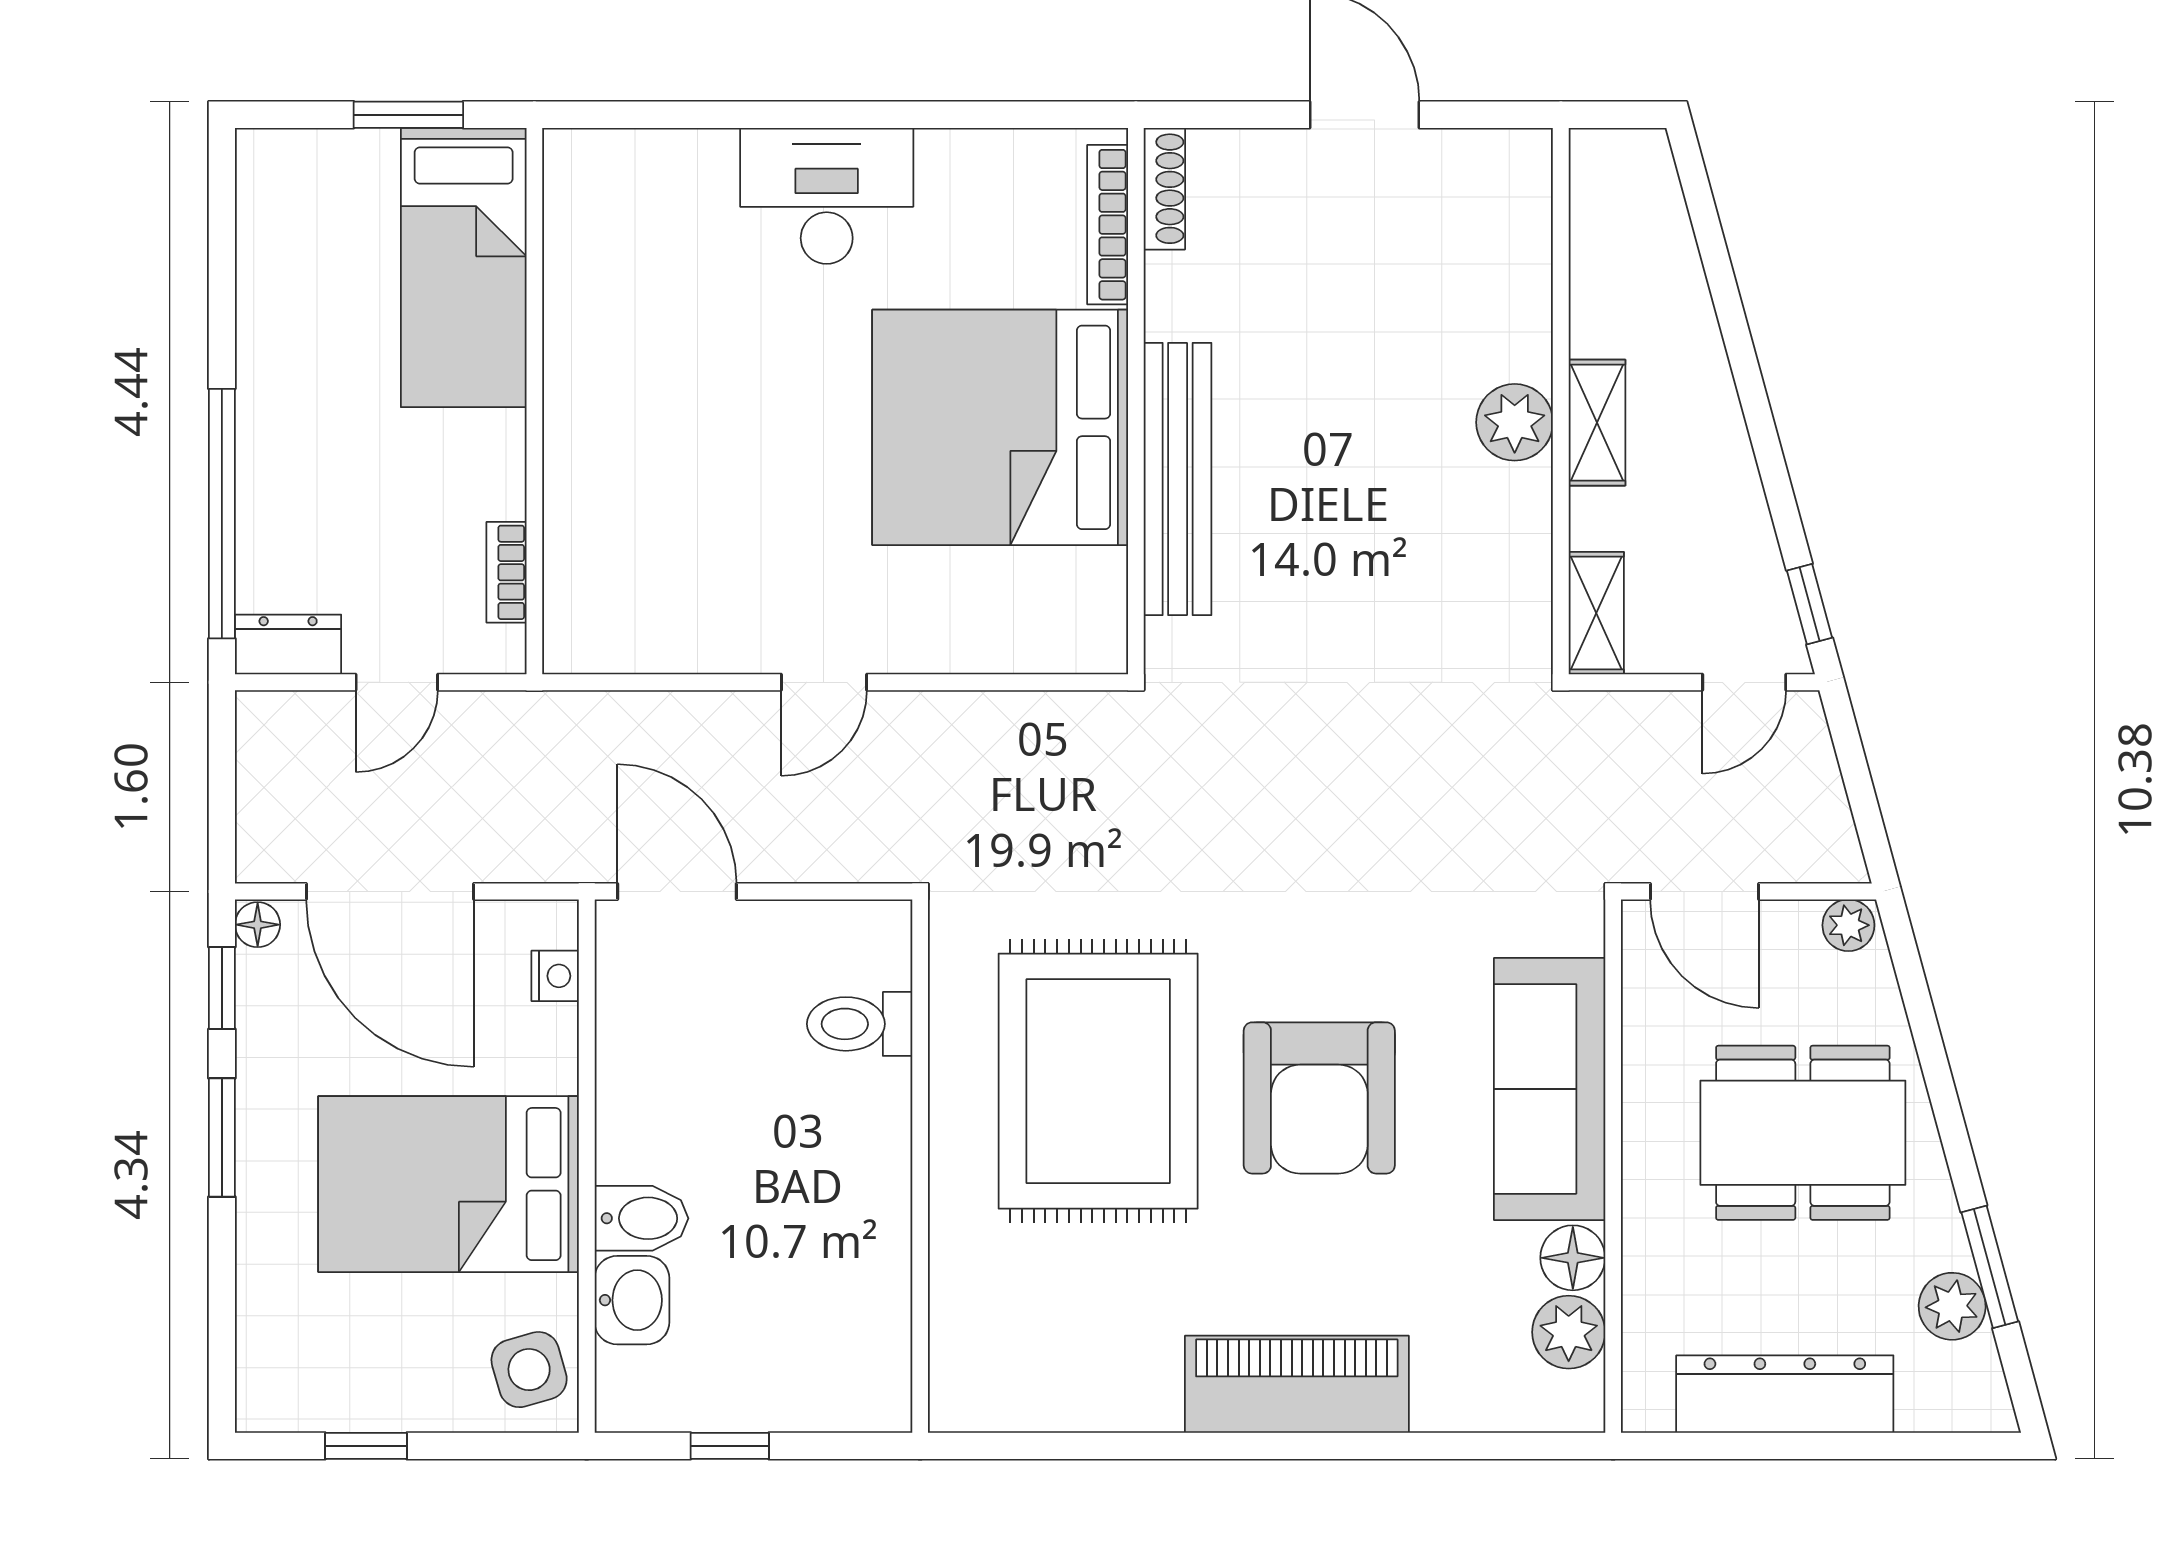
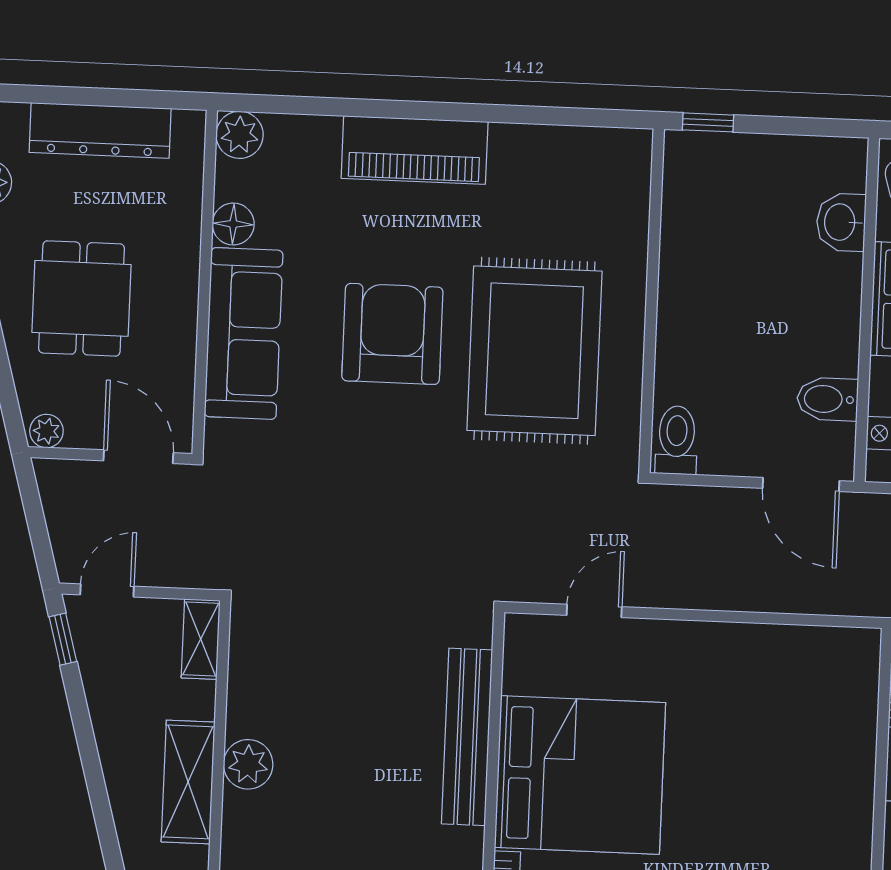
shelving: (1597, 423) -> (188, 782), width x1.50, depth x1.33
door: (824, 682) -> (594, 611), moved
toilet: (860, 1024) -> (677, 440), moved, turned -90
dining table: (1803, 1133) -> (81, 298), width x0.73
bidet: (641, 1218) -> (827, 399), moved
plant: (1569, 1332) -> (240, 135), moved
window: (730, 1446) -> (708, 122), moved

